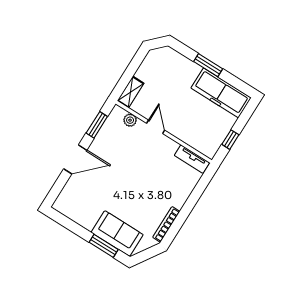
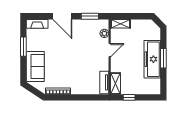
freezer: (221, 93) -> (152, 59), moved
shelving: (202, 146) -> (116, 83), added
fireplace: (65, 197) -> (37, 24), added
window: (104, 246) -> (23, 47), moved

